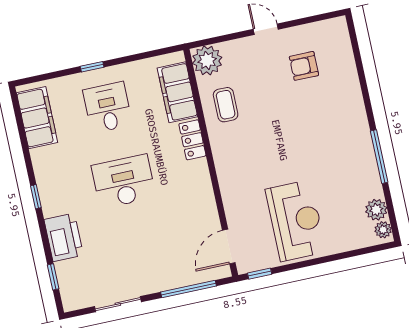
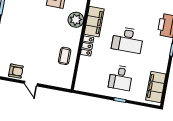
plant: (207, 60) -> (76, 20), moved
armchair: (304, 66) -> (16, 71), moved
filing cabinet: (177, 92) -> (94, 22), moved

